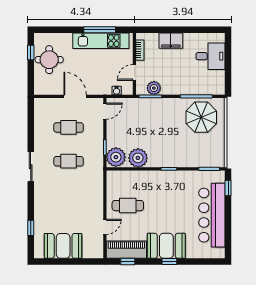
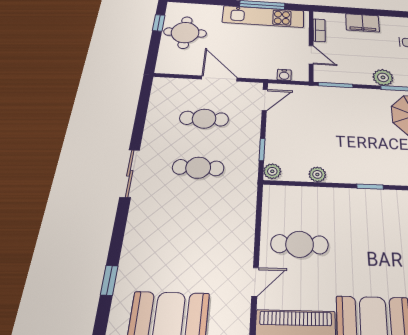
door: (134, 72) -> (311, 55), swing flipped
plant: (154, 88) -> (383, 77), moved
plant: (116, 157) -> (272, 171), width x0.53, depth x0.53
plant: (138, 158) -> (317, 174), width x0.53, depth x0.53

